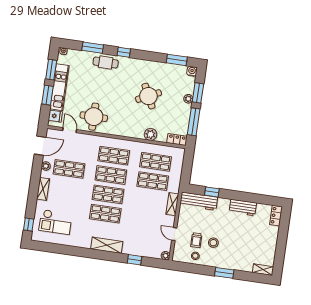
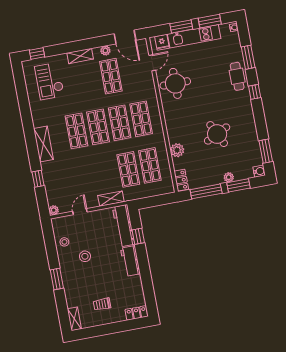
workbench: (243, 207) -> (130, 261), moved
trolley: (196, 240) -> (102, 304), moved

